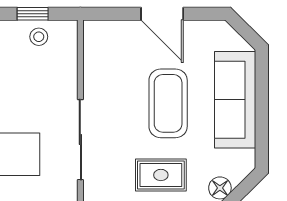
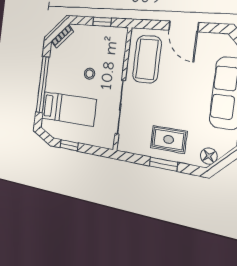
stool: (39, 37) -> (89, 74), moved
coffee table: (168, 103) -> (147, 59), moved

